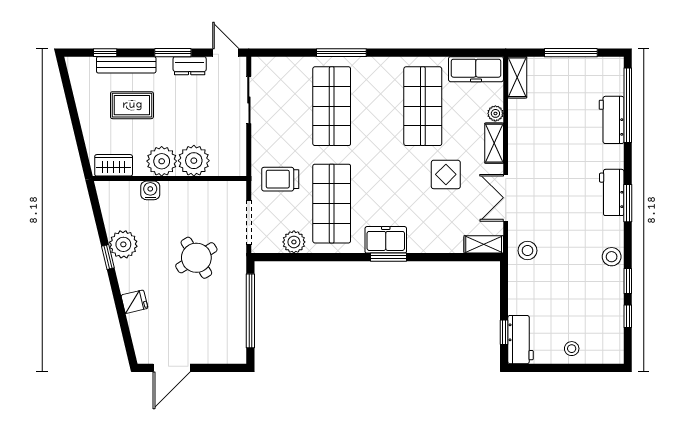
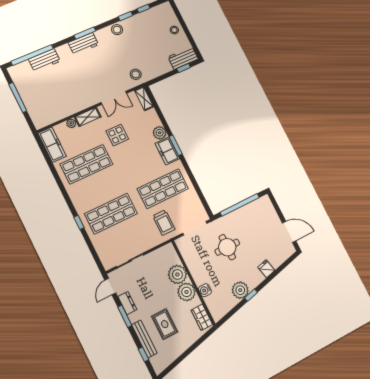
window: (341, 53) -> (79, 222), width x0.46
shelving: (517, 77) -> (46, 120), removed
plant: (294, 242) -> (160, 133), moved
round table: (196, 258) -> (227, 247), turned 32

